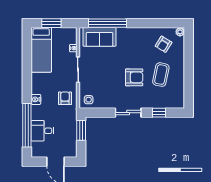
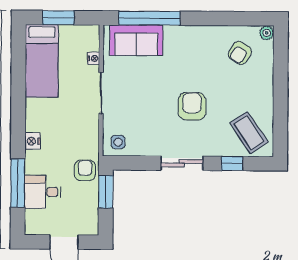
coffee table: (161, 75) -> (249, 133), moved, turned -46
armchair: (134, 77) -> (192, 106), turned -90
armchair: (65, 98) -> (85, 170), moved
window: (27, 125) -> (18, 183), width x0.68

